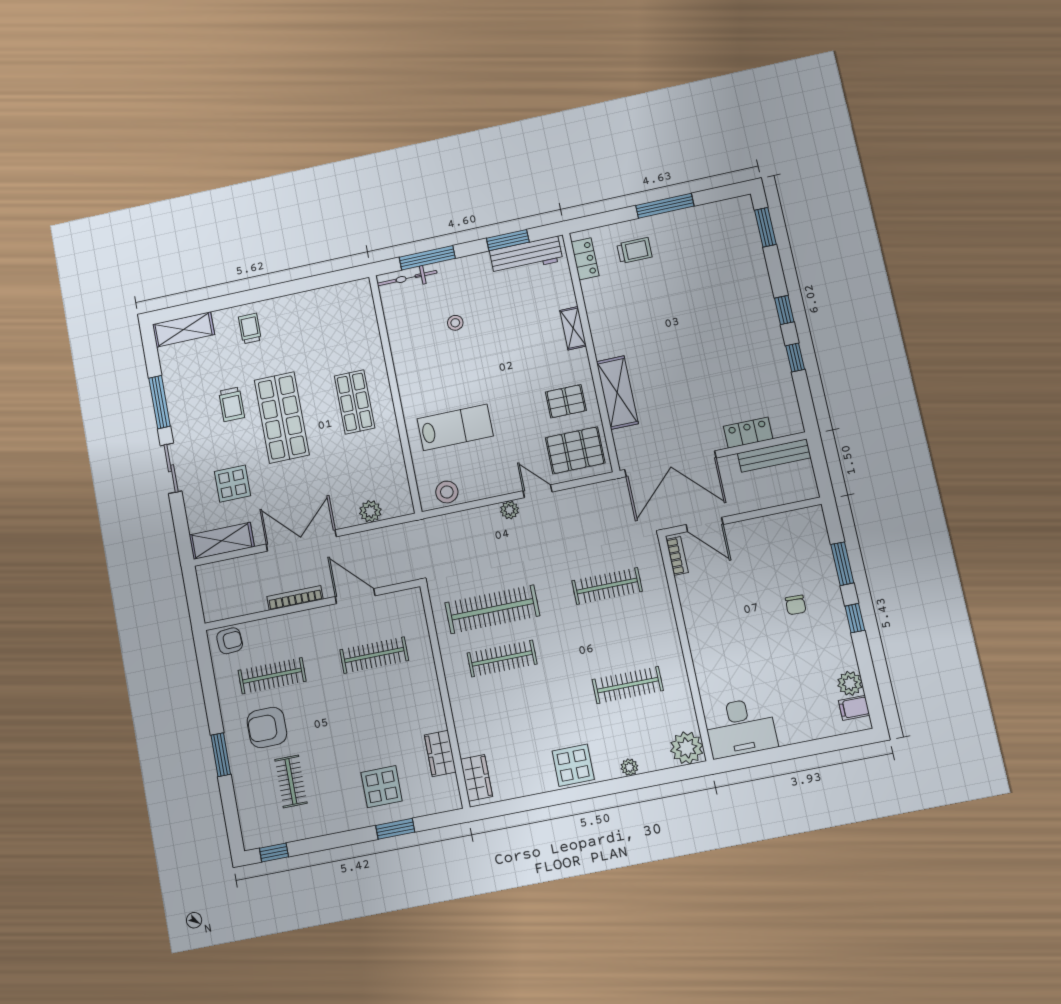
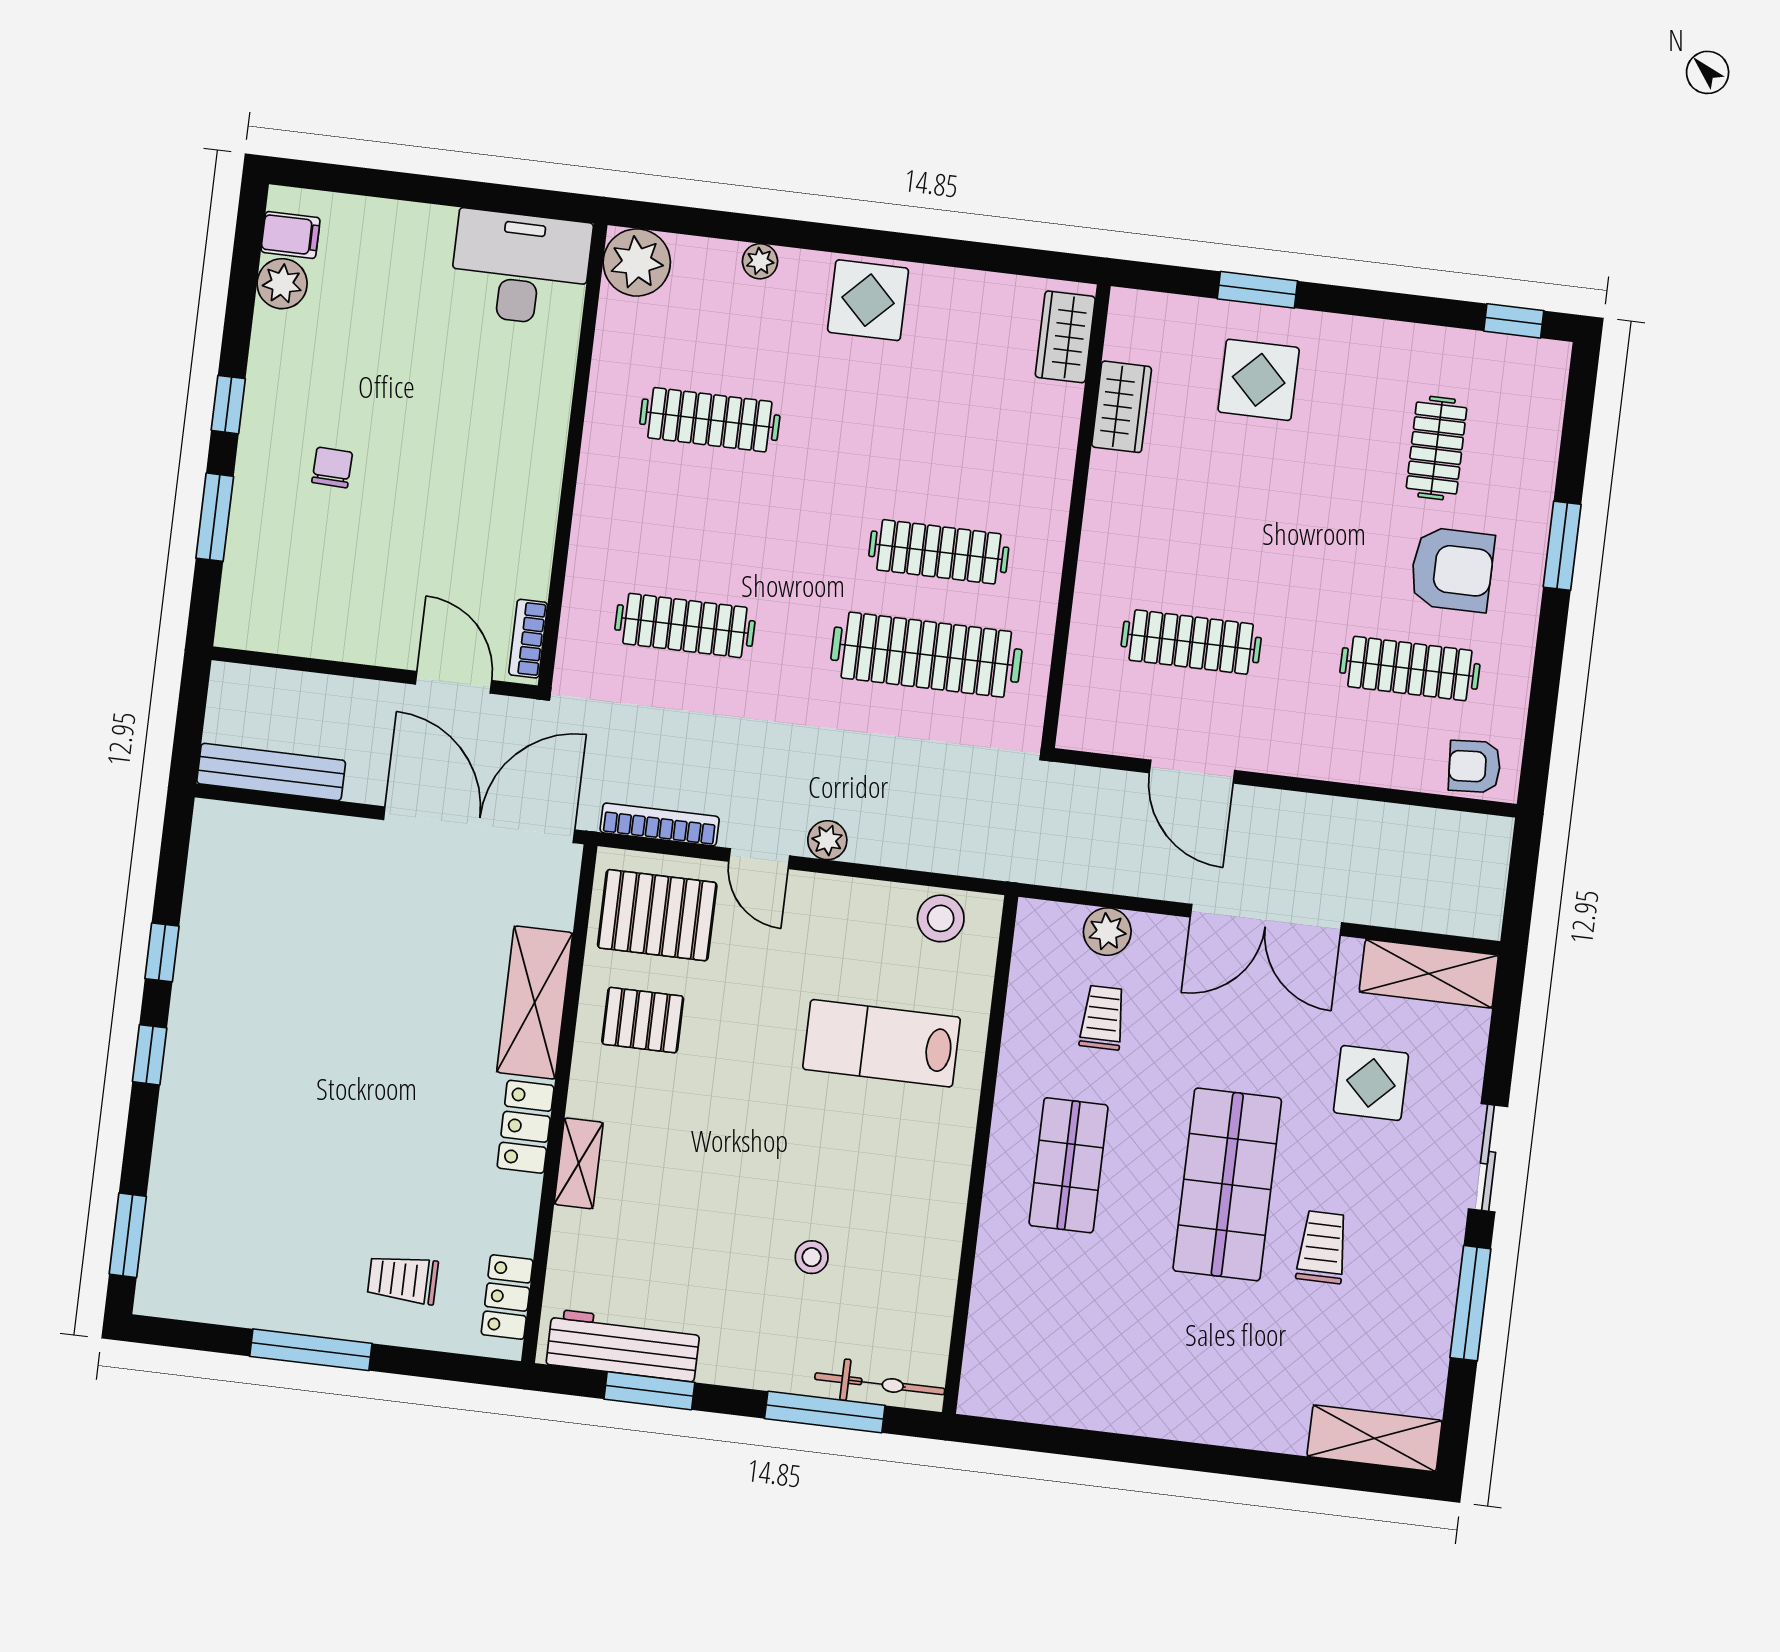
trolley: (250, 329) -> (1103, 1018), moved, turned 180
locker: (748, 433) -> (526, 1127), moved, turned 90
bookcase: (295, 598) -> (660, 824), moved, turned 180

